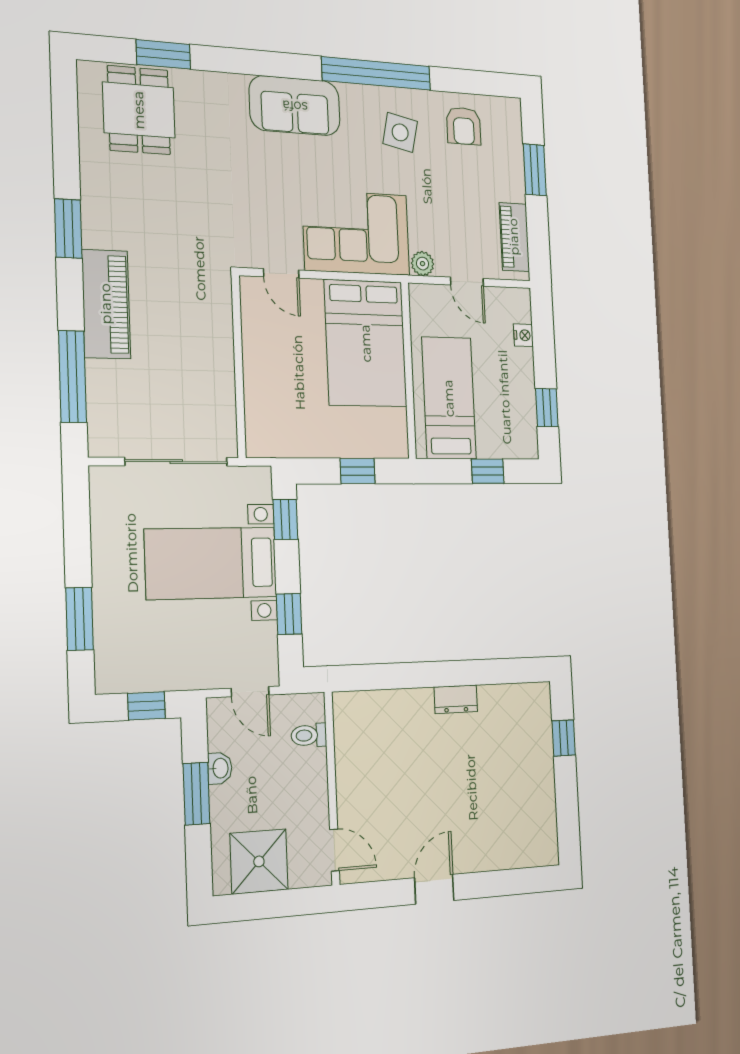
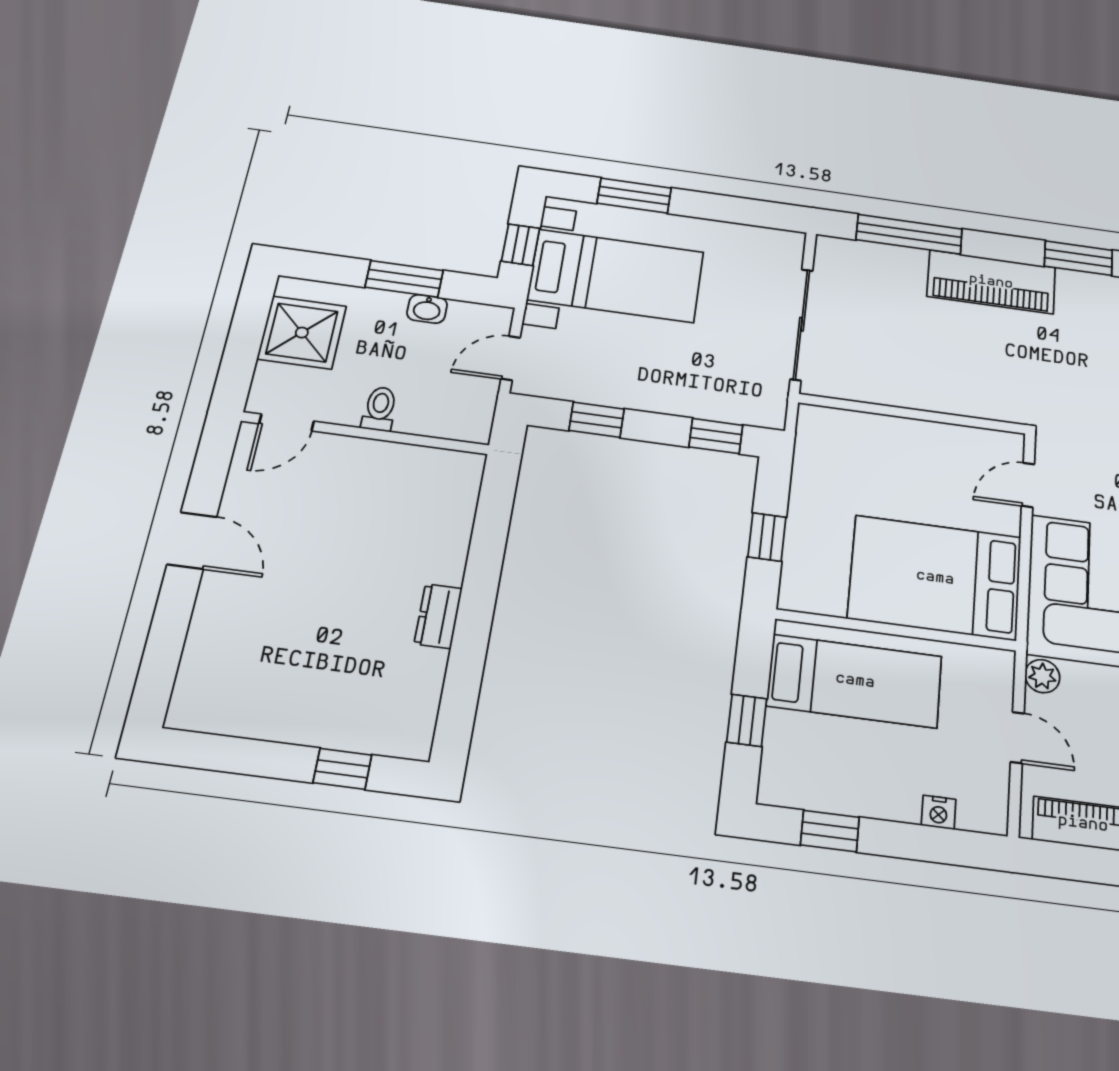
door: (467, 282) -> (1017, 738), swing flipped
bed with nightstands: (211, 563) -> (616, 276), moved, turned 90
toilet: (309, 735) -> (380, 409), moved

